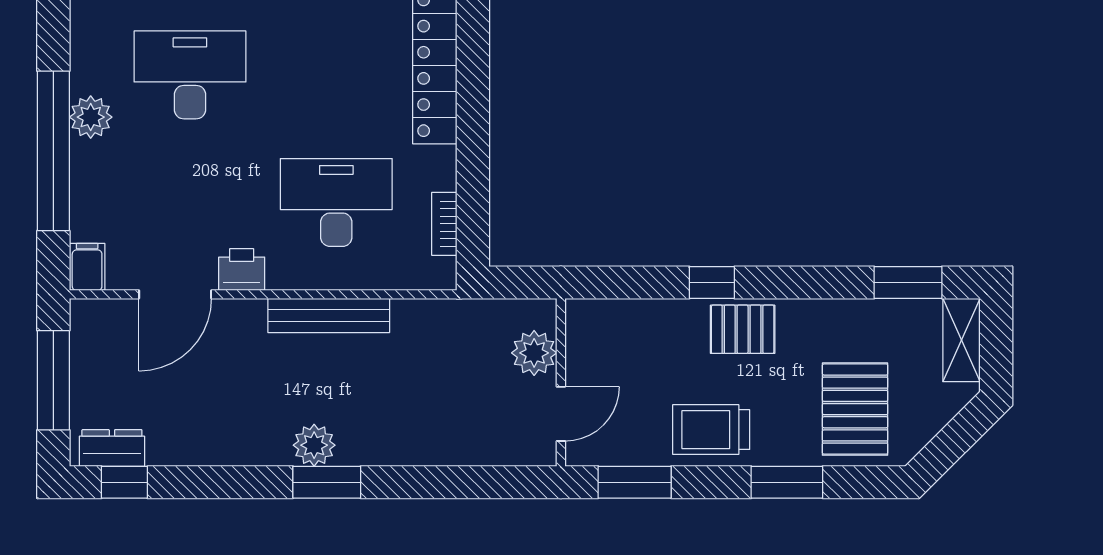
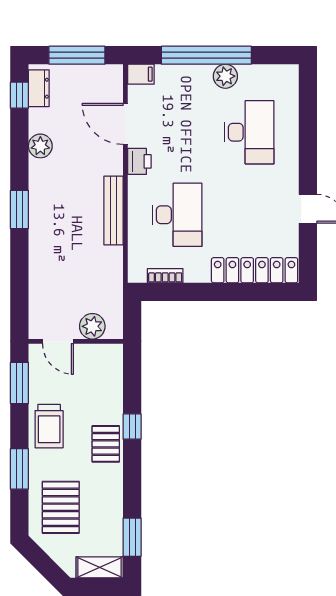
pallet: (855, 409) -> (61, 507), turned 90
trolley: (711, 430) -> (49, 426), turned 180
plant: (314, 445) -> (40, 146), moved

